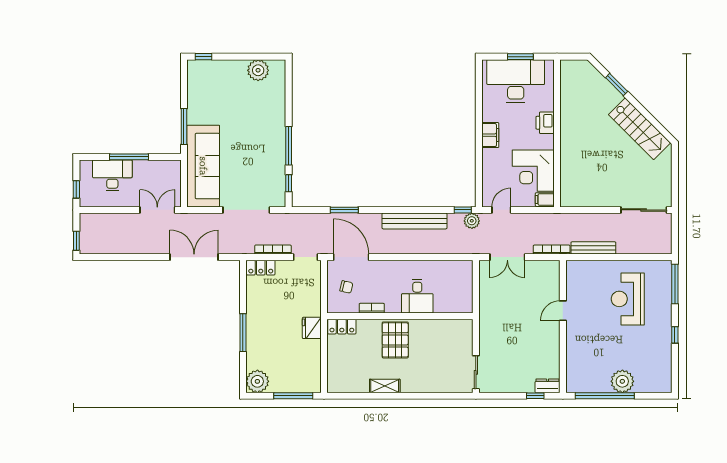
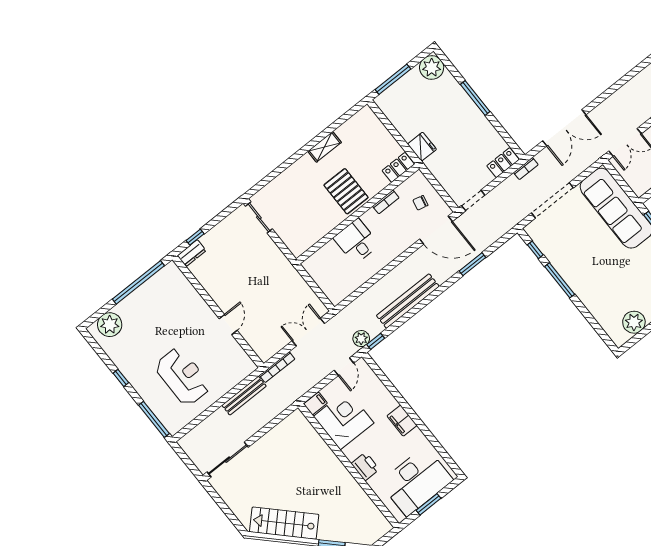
bookcase: (273, 250) -> (526, 169), moved, width x0.64
plant: (622, 381) -> (110, 325), moved

